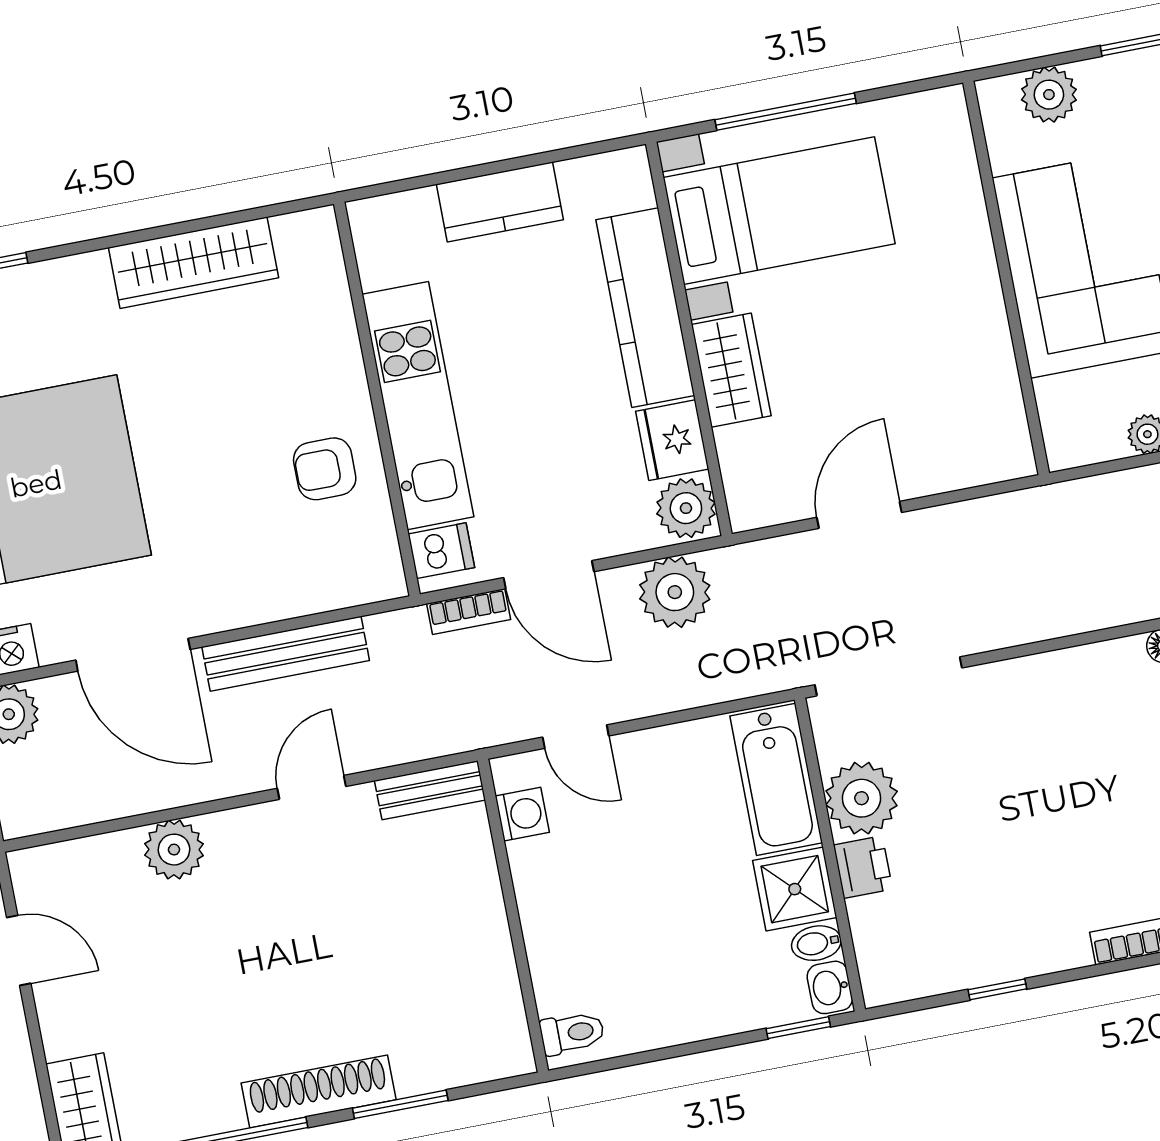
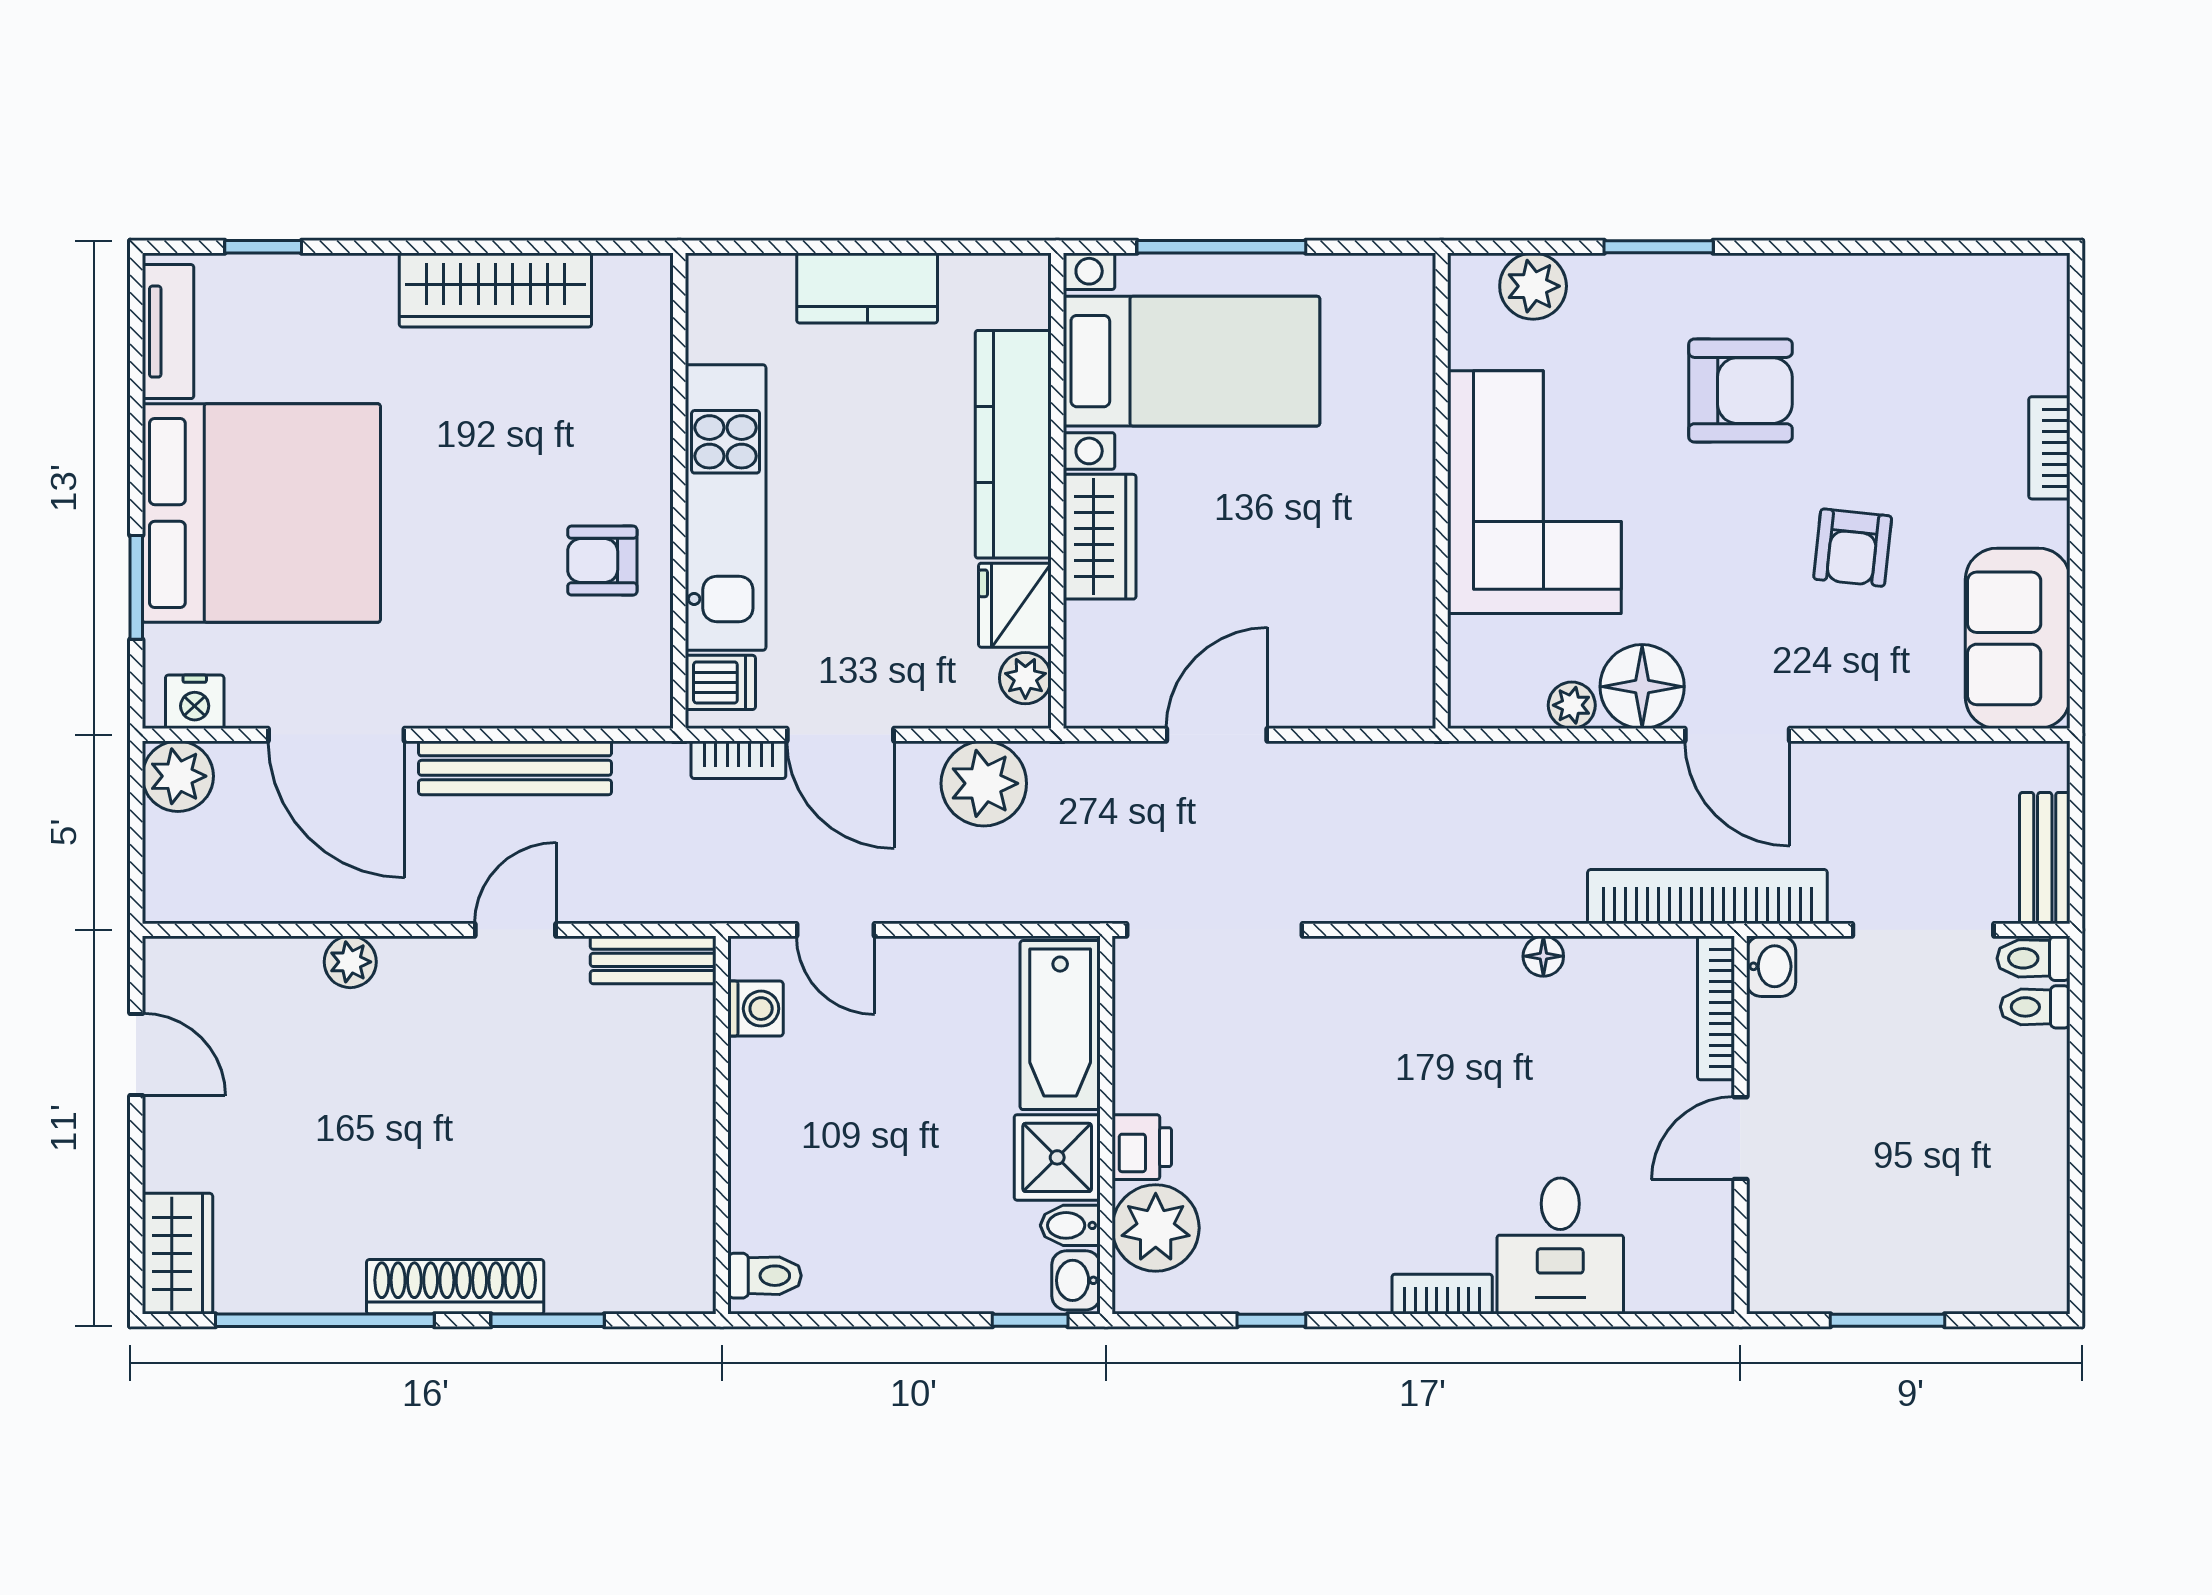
plant: (686, 508) -> (1025, 678), width x0.73, depth x0.73
plant: (861, 798) -> (1156, 1228), moved
plant: (174, 850) -> (350, 962), width x0.73, depth x0.73

